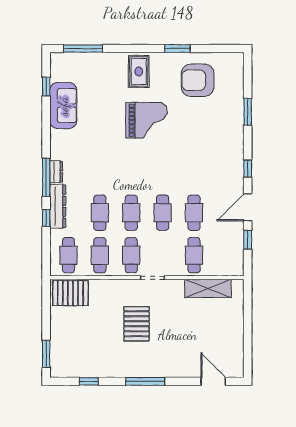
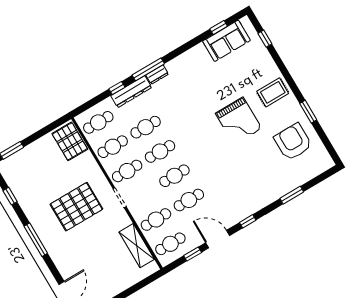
window: (83, 48) -> (265, 39), width x0.46
sofa: (63, 106) -> (226, 41), moved
cafe table: (225, 255) -> (170, 244), added
pallet: (137, 324) -> (76, 207), width x1.37, depth x1.41

